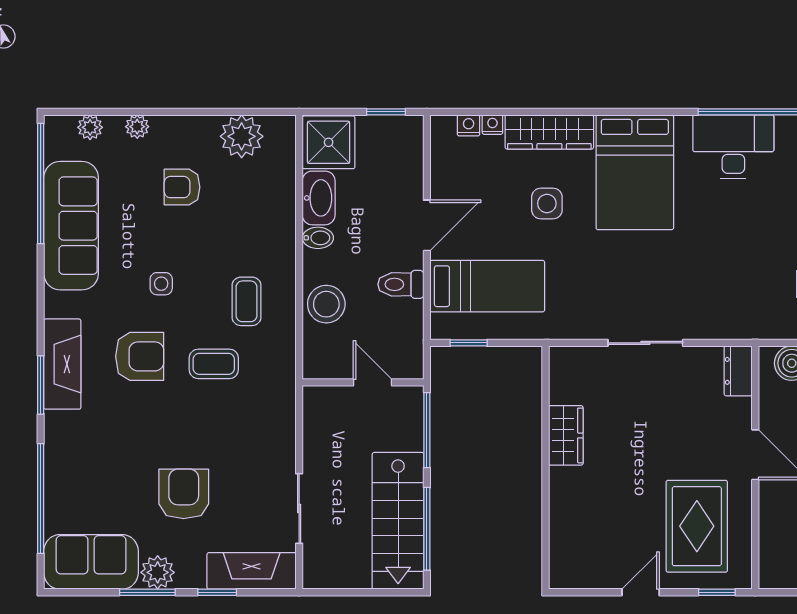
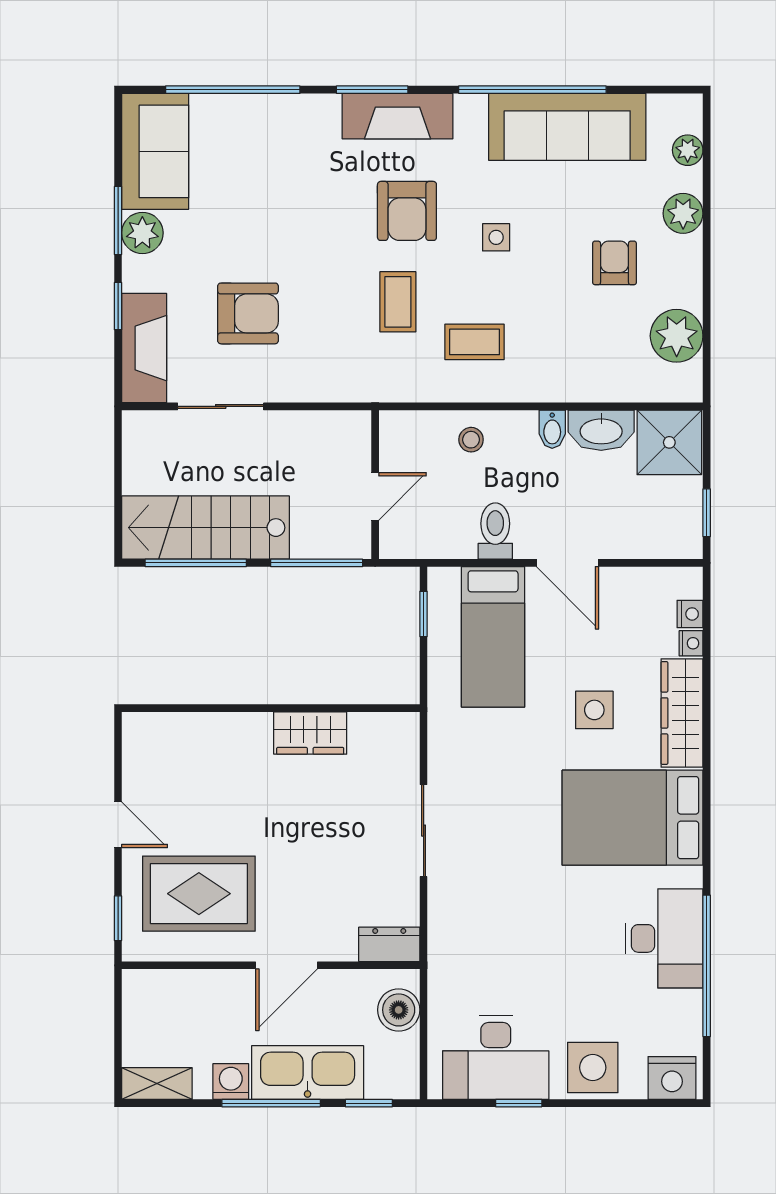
plant: (137, 127) -> (683, 213), width x1.38, depth x1.38
window: (41, 184) -> (532, 90), moved
stool: (326, 304) -> (471, 440), width x0.53, depth x0.53
armchair: (184, 494) -> (248, 313), moved

